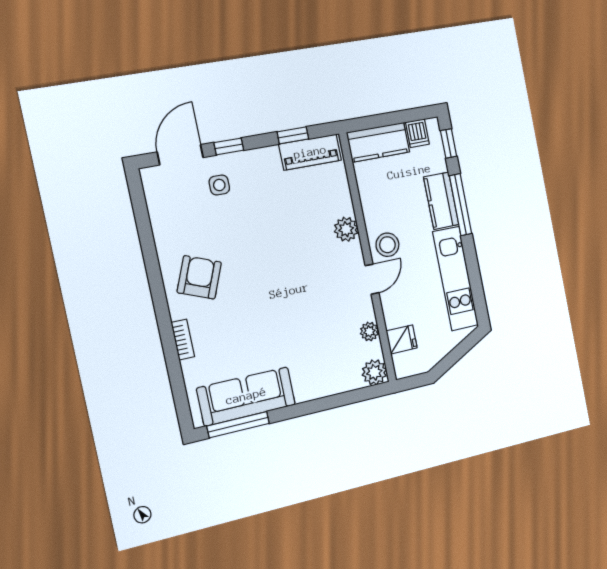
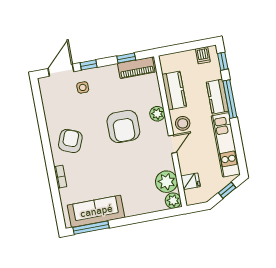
kitchen counter: (378, 142) -> (174, 91), moved, turned -90
armchair: (290, 251) -> (123, 126), added
plant: (369, 331) -> (166, 182), width x1.88, depth x1.88
window: (459, 352) -> (227, 190), added

